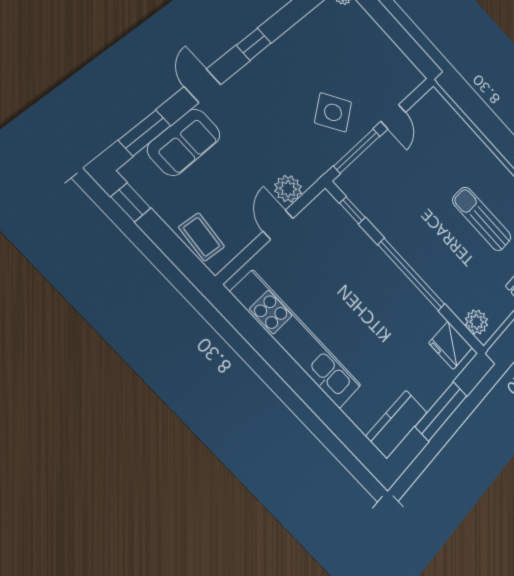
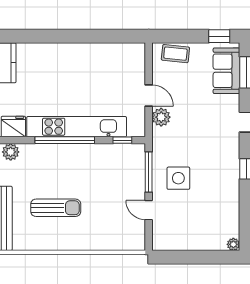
side table: (333, 112) -> (178, 178), turned 34
sofa: (184, 142) -> (226, 71), moved
kitchen unit: (296, 339) -> (77, 127), moved, turned 180

